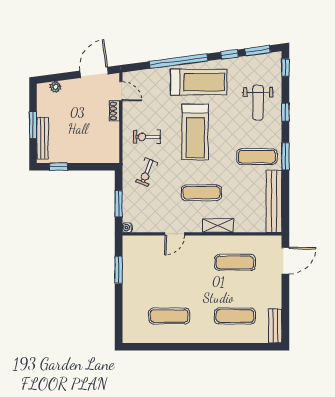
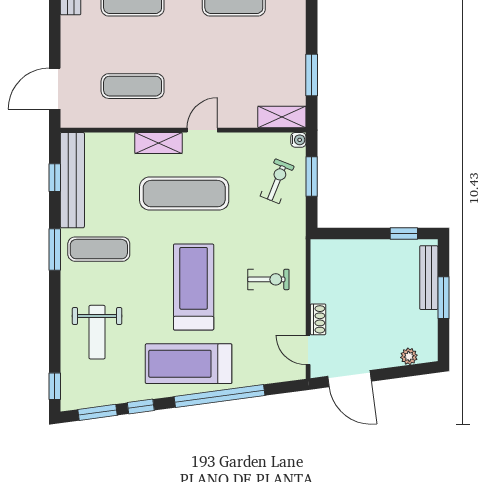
door: (94, 72) -> (349, 379), hinge flipped
weight bench: (258, 103) -> (97, 332), turned 180
window: (285, 112) -> (55, 178), moved
exercise bike: (147, 172) -> (277, 181), moved
exercise mat: (201, 193) -> (184, 194), width x1.36, depth x1.45
door: (175, 234) -> (202, 130), moved
shelving: (138, 242) -> (282, 117), added

